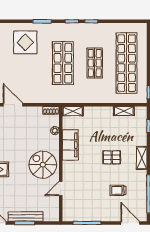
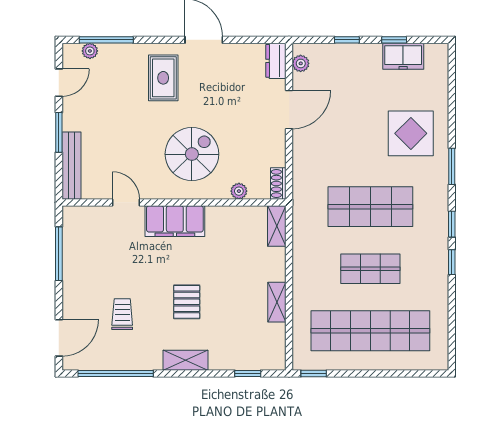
shelving: (124, 111) -> (277, 302), moved
filing cabinet: (70, 145) -> (175, 221), moved
spiral stairs: (43, 165) -> (192, 154), moved
bench: (26, 216) -> (71, 166), moved

